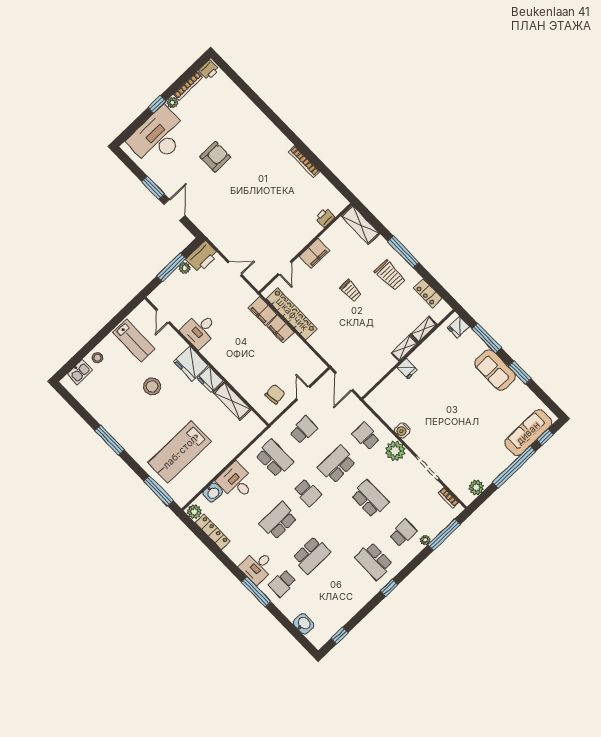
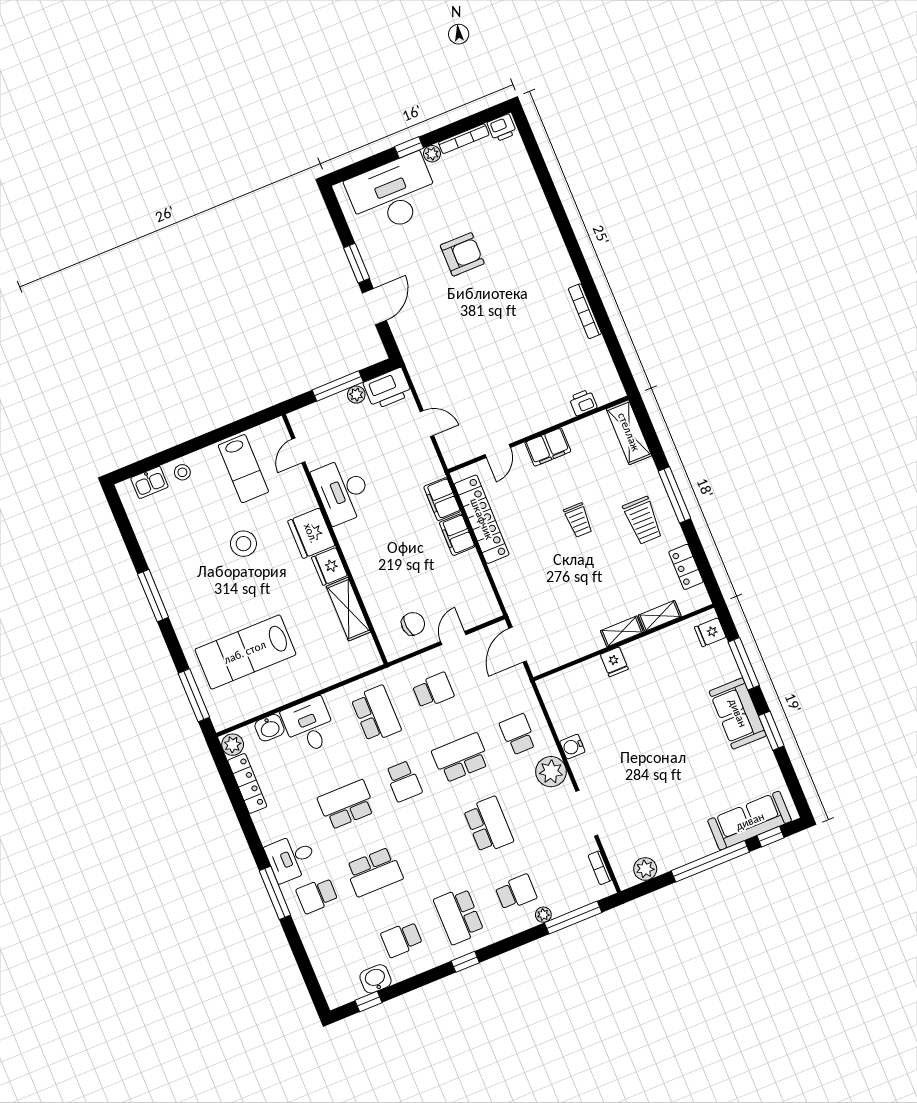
desk: (200, 330) -> (342, 491), width x1.37
school desk: (345, 589) -> (402, 939), added
washbasin: (304, 624) -> (376, 979), moved, turned -90

